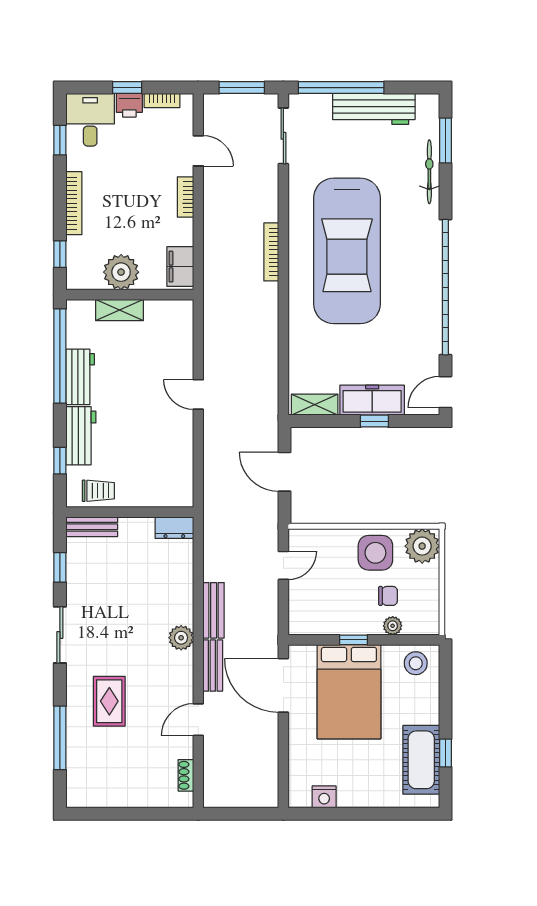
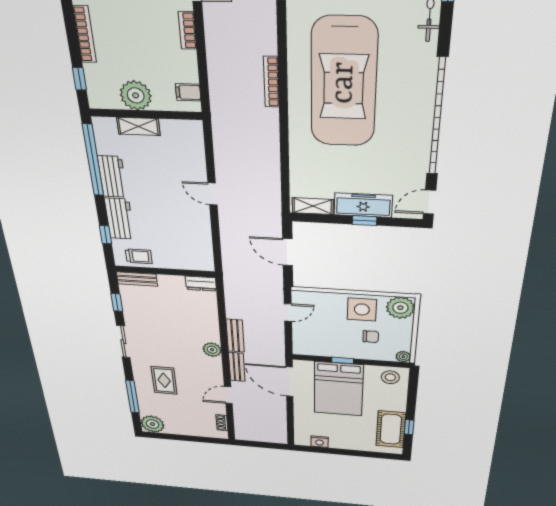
filing cabinet: (180, 267) -> (188, 92), width x0.50
plant: (393, 626) -> (403, 357), moved
plant: (83, 791) -> (153, 424), added

